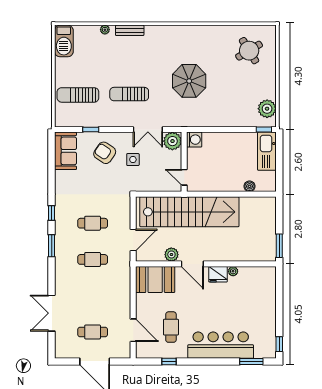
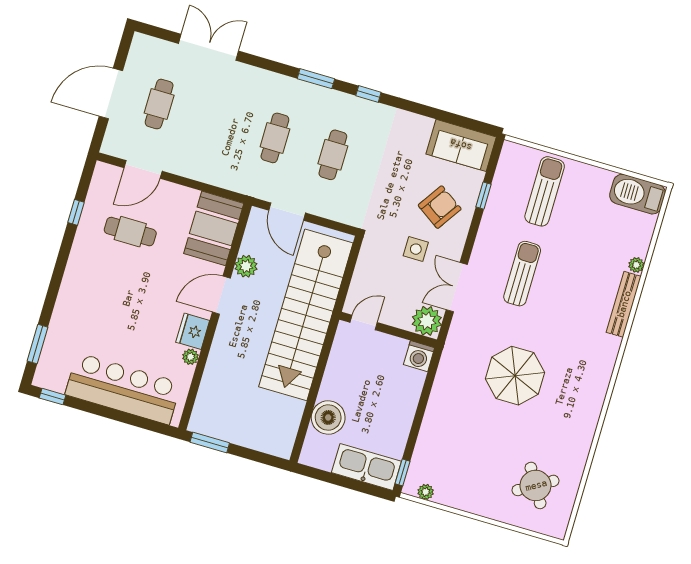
bench: (130, 30) -> (624, 304), width x1.36
plant: (267, 109) -> (426, 492), width x0.53, depth x0.53
boiler: (249, 186) -> (328, 418), width x1.86, depth x1.86
bar counter: (221, 345) -> (123, 389), moved, turned -90

